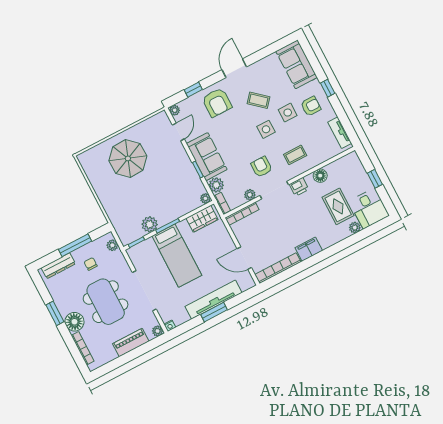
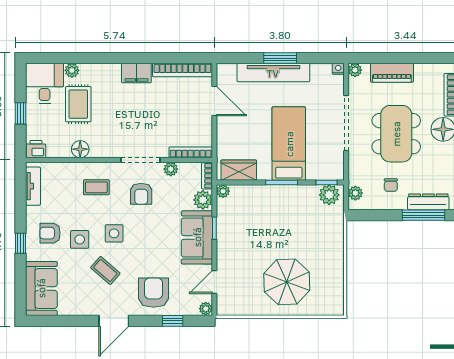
printer: (299, 187) -> (36, 149), moved
plant: (150, 224) -> (329, 195), moved
window: (75, 245) -> (424, 215), moved

